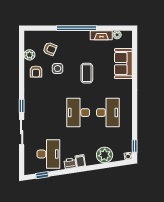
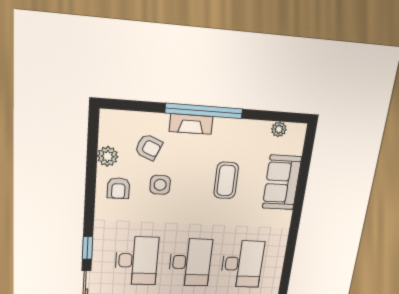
fireplace: (101, 35) -> (191, 124), moved
coffee table: (87, 73) -> (226, 180), moved
desk: (48, 113) -> (137, 261), added
desk: (78, 113) -> (190, 262), turned 180

